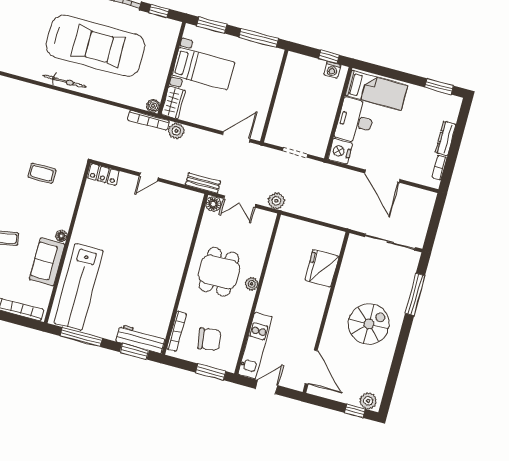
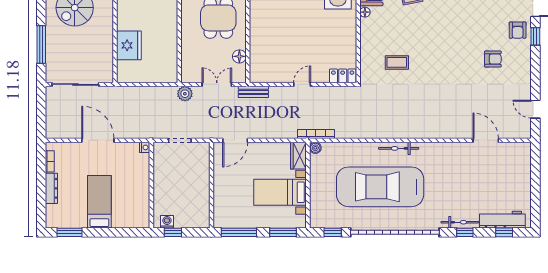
bed: (376, 90) -> (99, 202), moved, turned 90
desk: (355, 121) -> (135, 182), removed
plant: (176, 131) -> (289, 131), removed
nightstand: (340, 151) -> (145, 147), width x0.53, depth x0.56
floor lamp: (213, 204) -> (239, 56), moved
plant: (252, 284) -> (187, 15), removed

